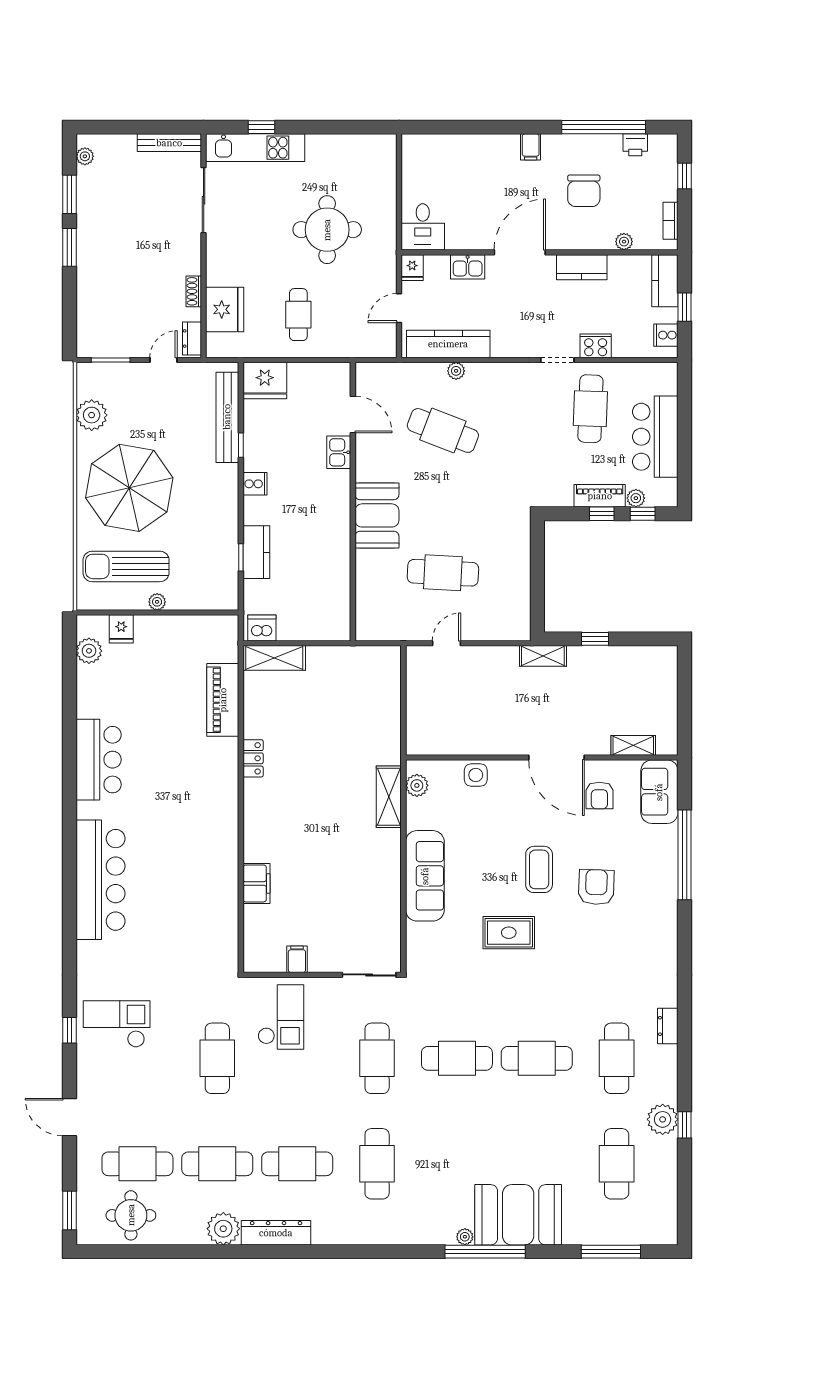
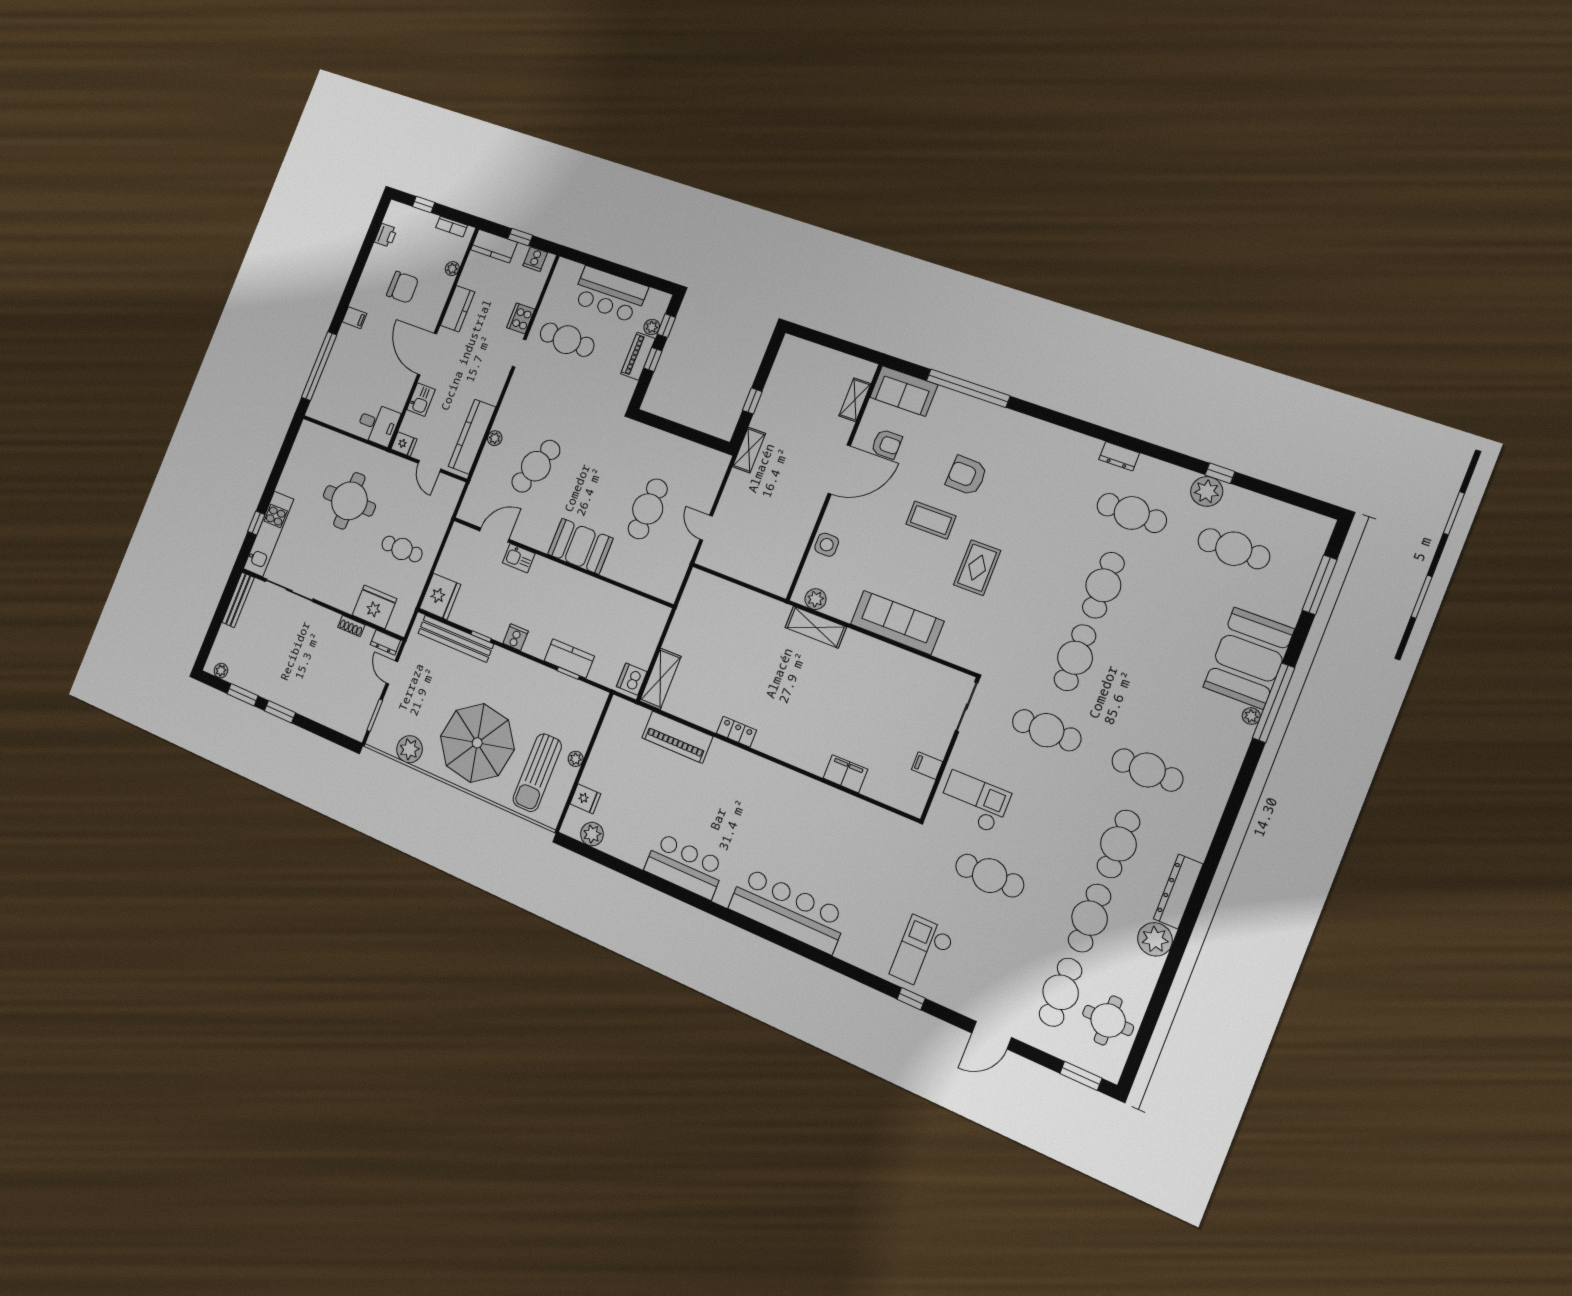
window: (604, 127) -> (319, 366), moved

